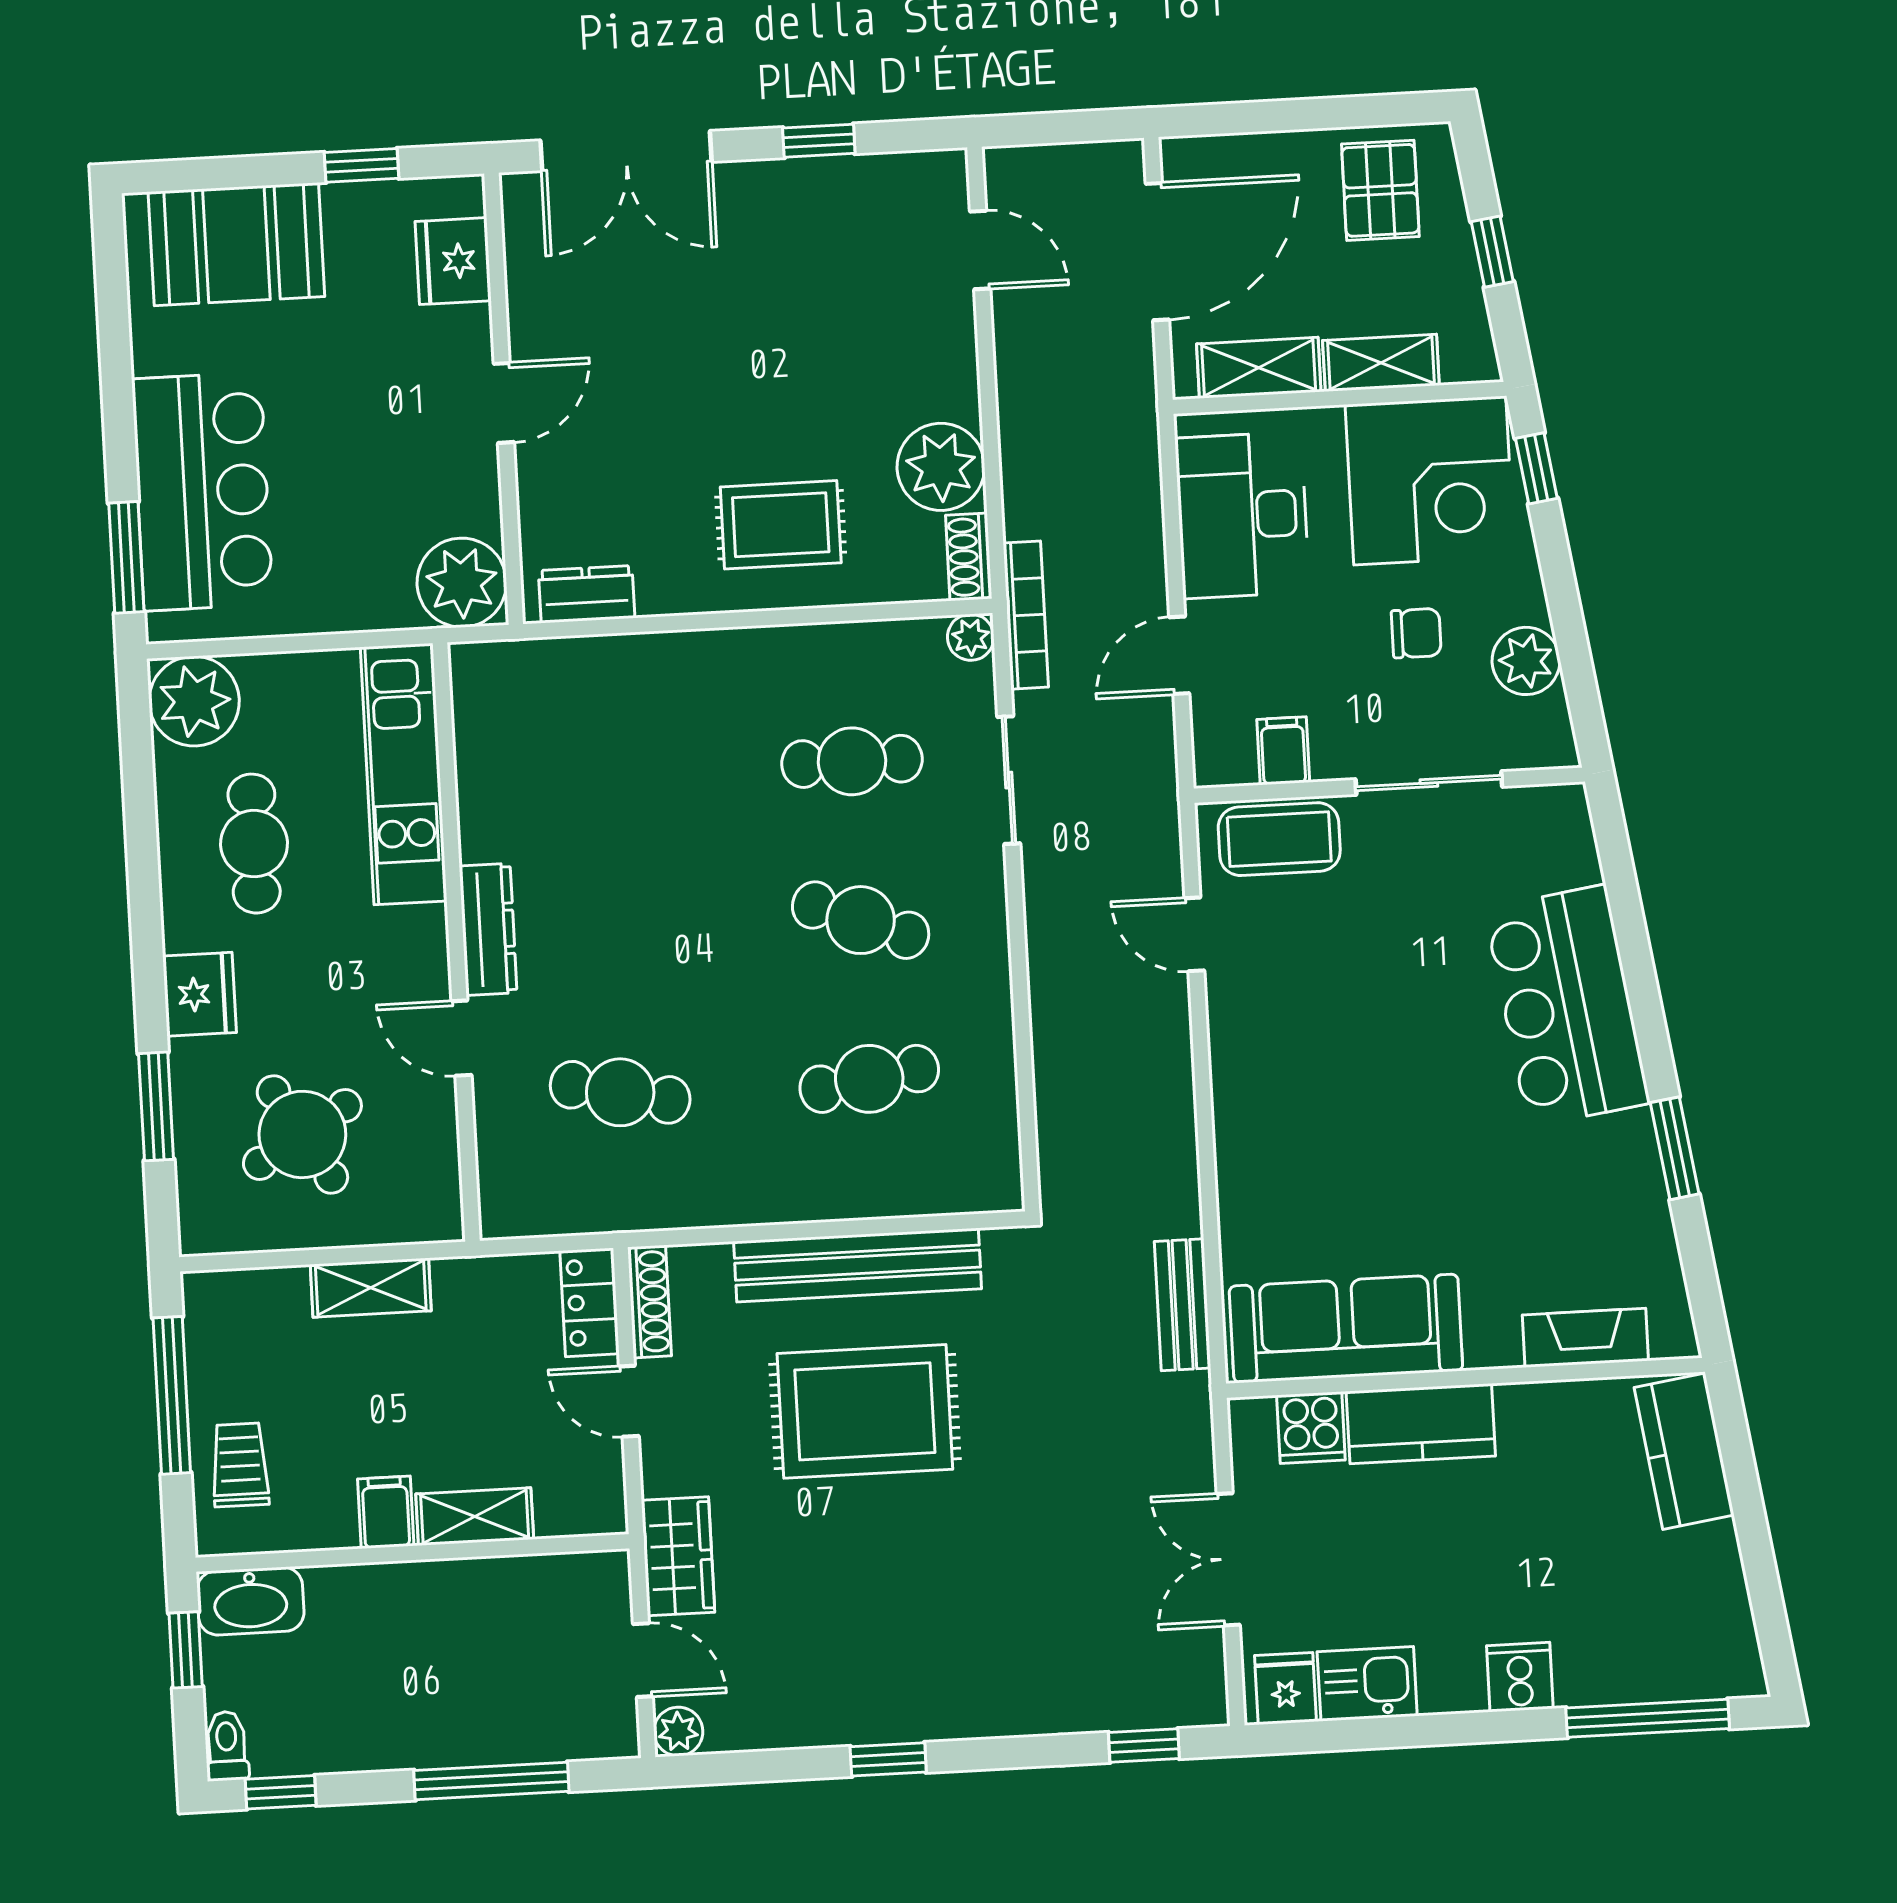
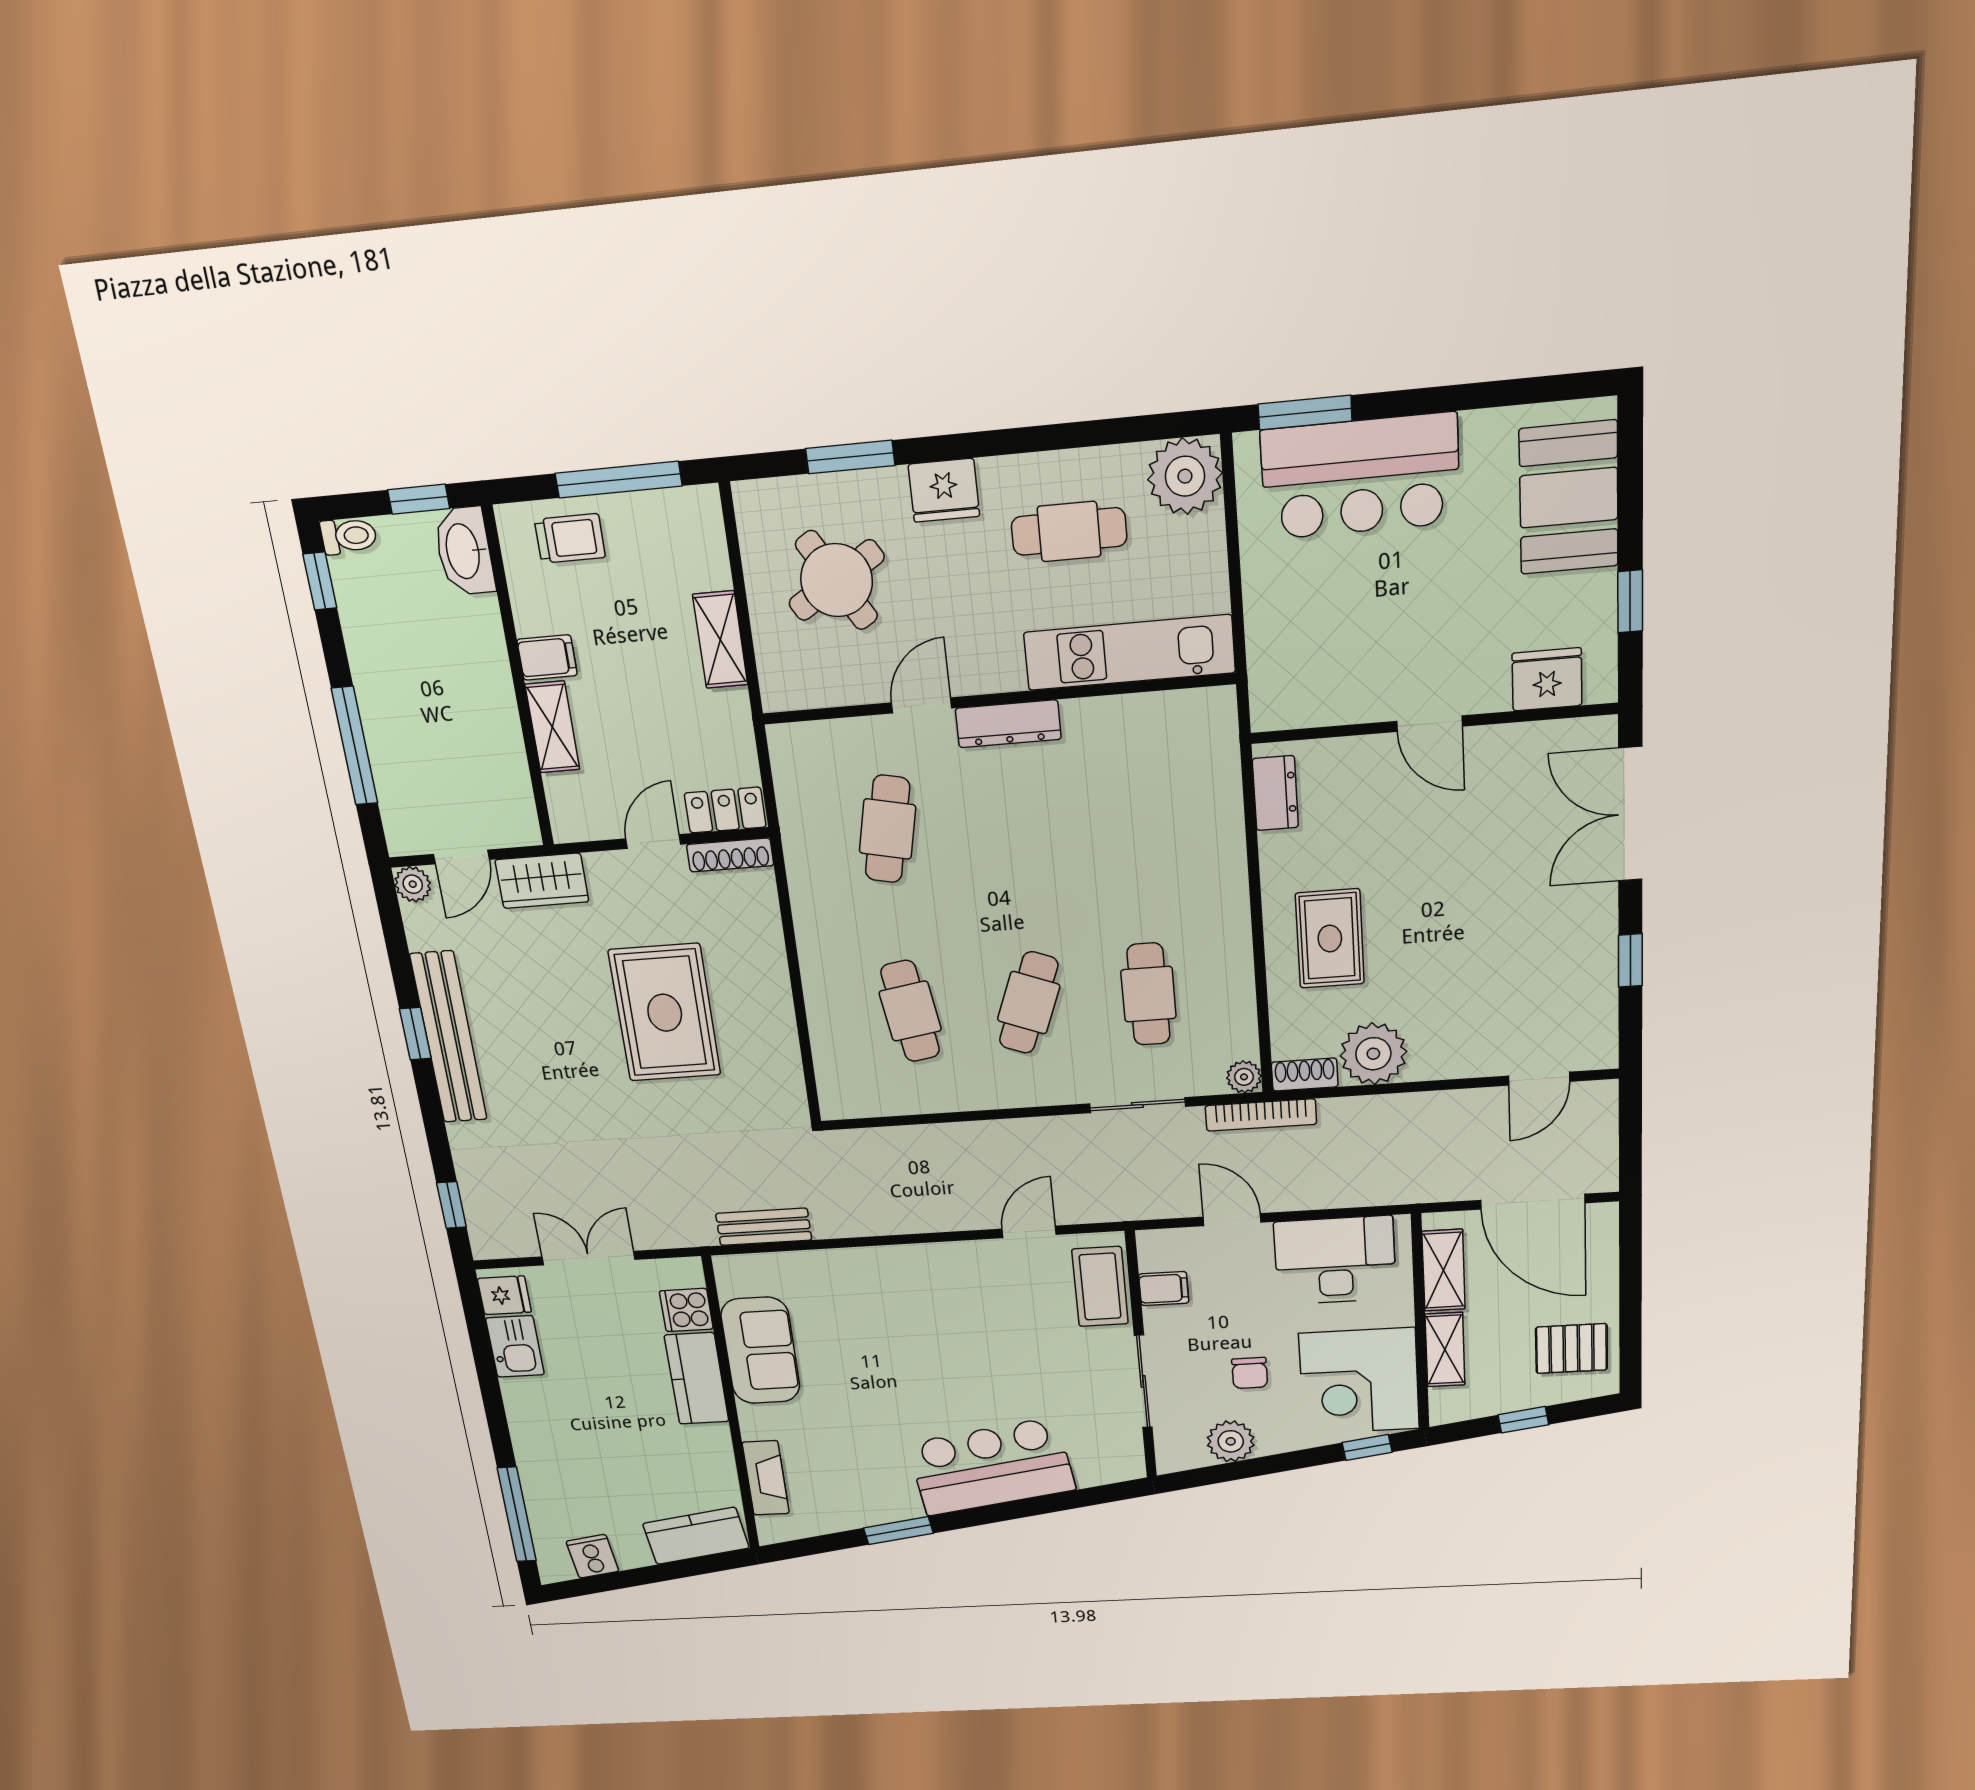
plant: (462, 583) -> (1284, 694), removed
bench: (858, 1265) -> (449, 1037), moved
sofa: (1346, 1328) -> (760, 1351), width x0.73
cooker: (1520, 1677) -> (592, 1556), moved, turned -98

